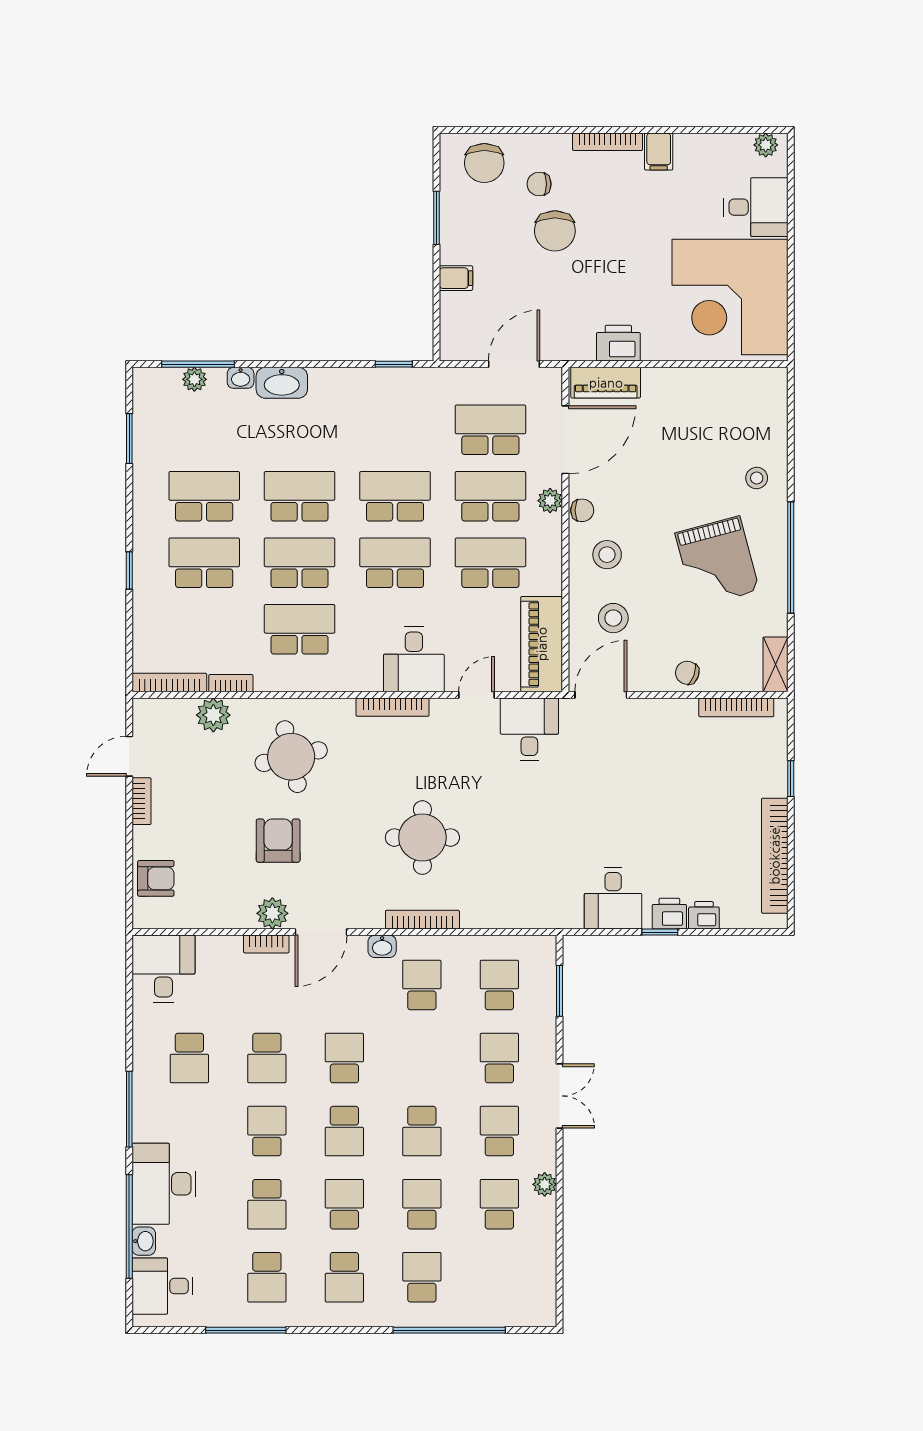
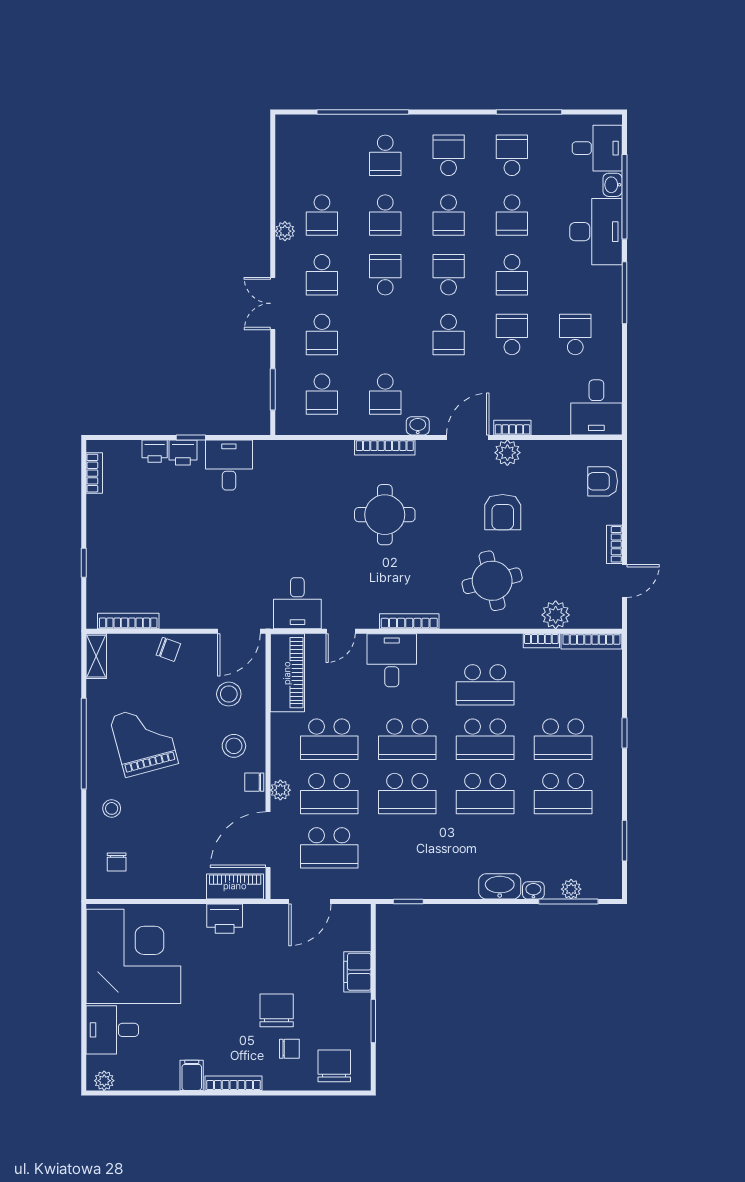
filing cabinet: (456, 278) -> (357, 972), width x2.00
chair: (751, 413) -> (117, 862), added
bookcase: (775, 856) -> (94, 473), width x0.43, depth x0.76
school desk: (267, 1204) -> (512, 215), turned 180

